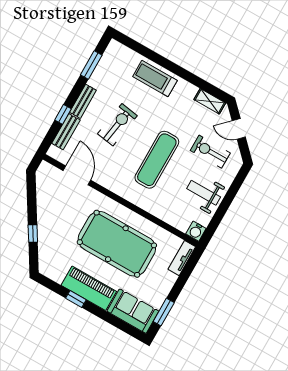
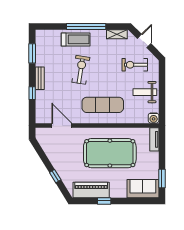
window: (177, 70) -> (86, 26), added
treadmill: (155, 79) -> (76, 39), turned 180
exercise bike: (117, 125) -> (81, 70), moved
door: (239, 129) -> (144, 41), swing flipped
bench: (66, 132) -> (40, 103), removed
exercise mat: (157, 160) -> (103, 105), moved, turned 90
piano: (89, 288) -> (91, 190), moved

